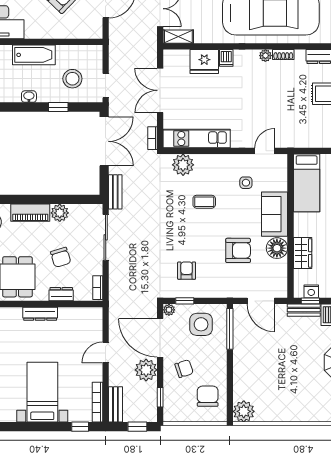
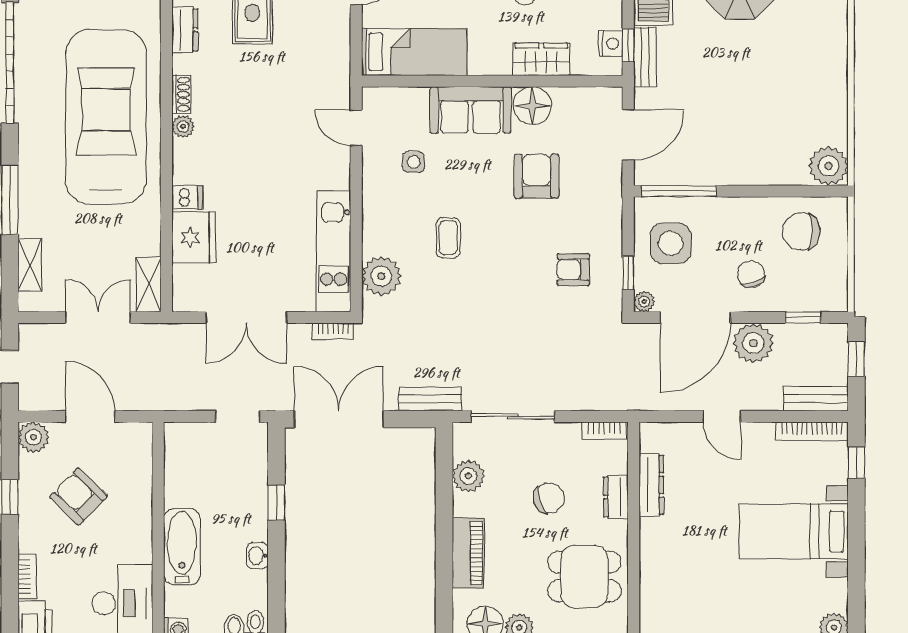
stool: (72, 79) -> (225, 477), removed
plant: (60, 213) -> (468, 476), moved
dresser: (40, 314) -> (651, 485), moved

